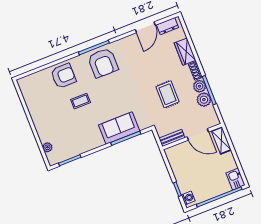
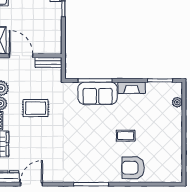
armchair: (103, 63) -> (88, 165), removed
rug: (168, 94) -> (36, 108), turned 90
fireplace: (92, 144) -> (132, 88), added

